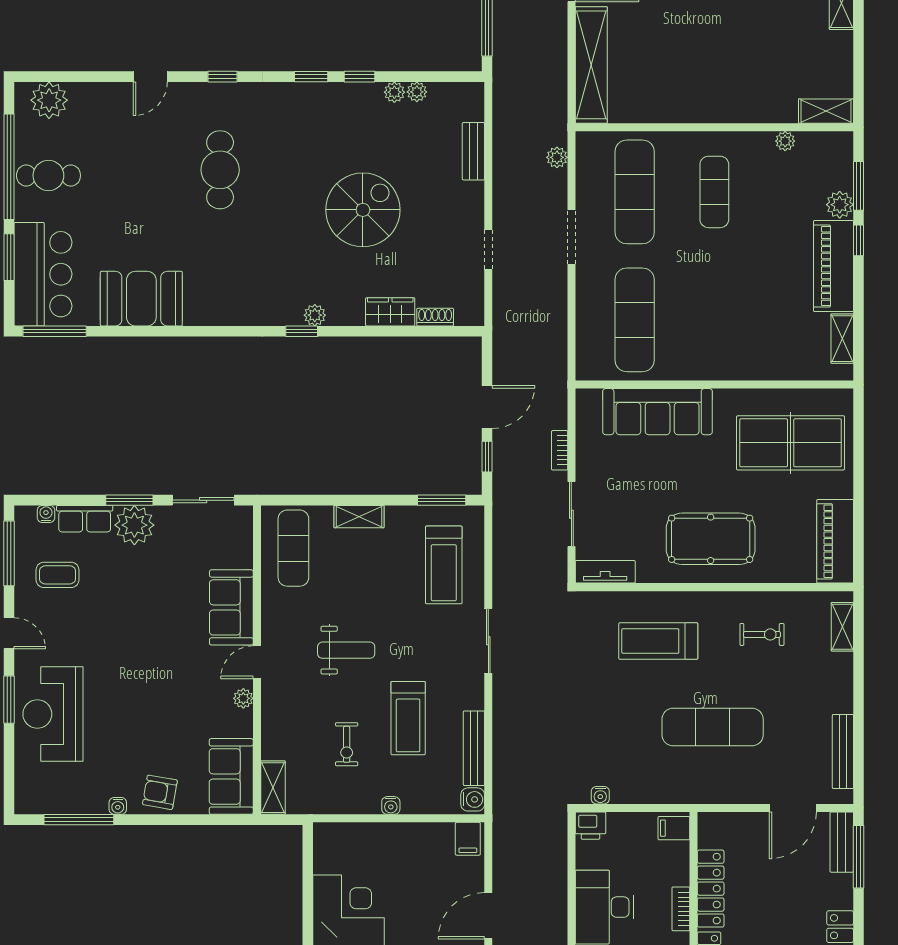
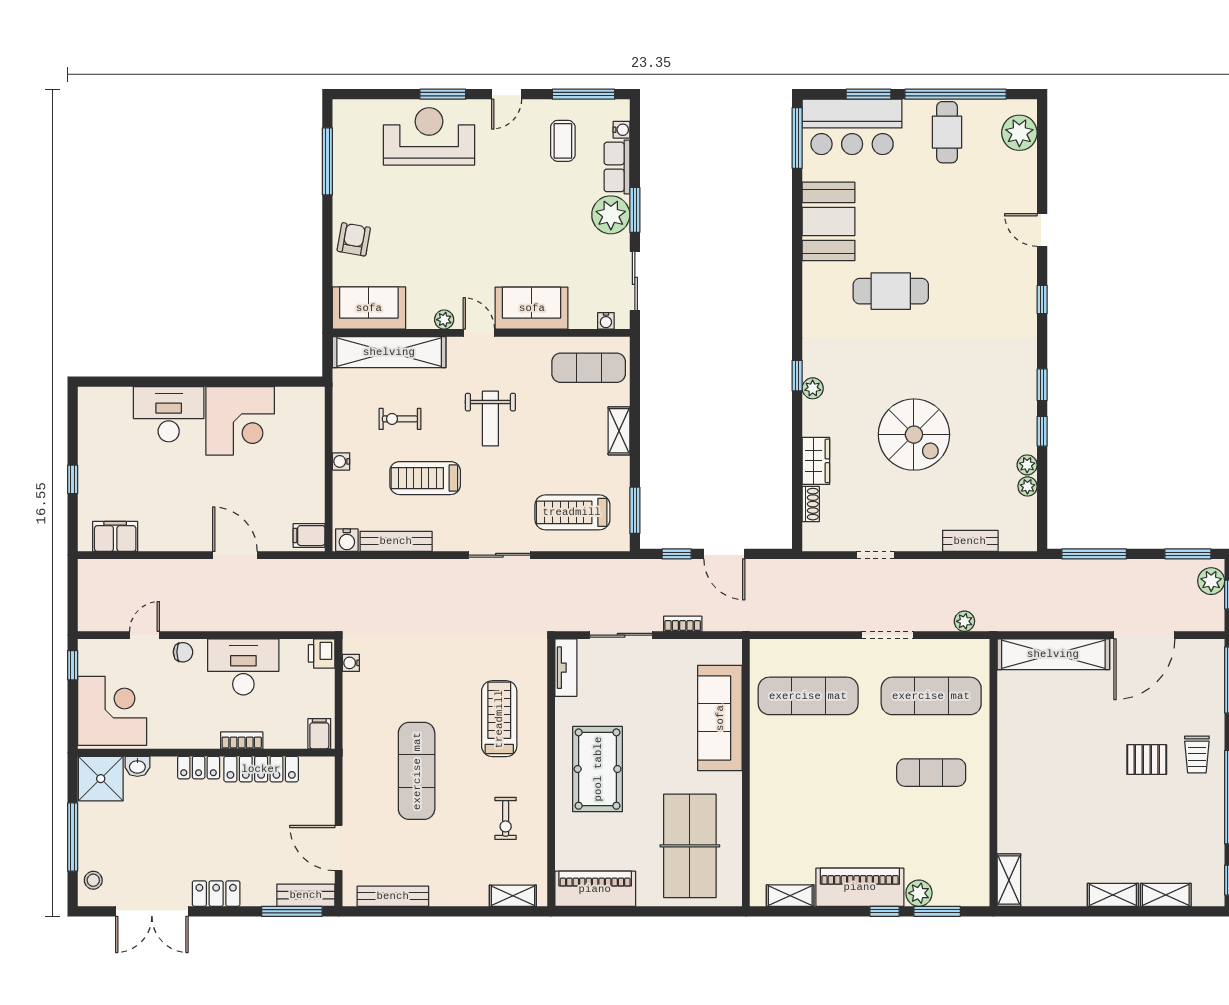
plant: (785, 141) -> (980, 841), removed
cafe table: (220, 170) -> (891, 291), moved
shelving: (273, 788) -> (389, 352), width x2.20, depth x1.33
water cooler: (118, 806) -> (606, 321), moved, turned -90

